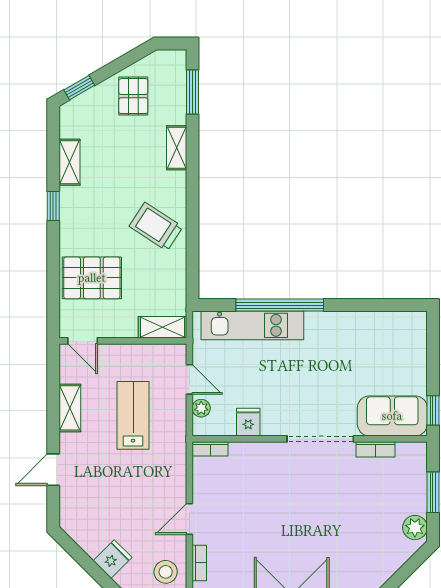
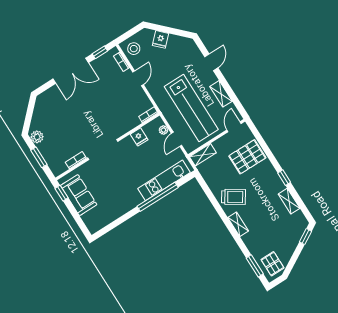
pallet: (133, 96) -> (272, 264), moved
shelving: (177, 148) -> (238, 224), moved
door: (83, 341) -> (234, 127), hinge flipped
door: (189, 379) -> (177, 139), hinge flipped
lab bench: (133, 415) -> (191, 108), width x1.86, depth x1.39
sofa: (392, 416) -> (79, 195), moved, turned -90

